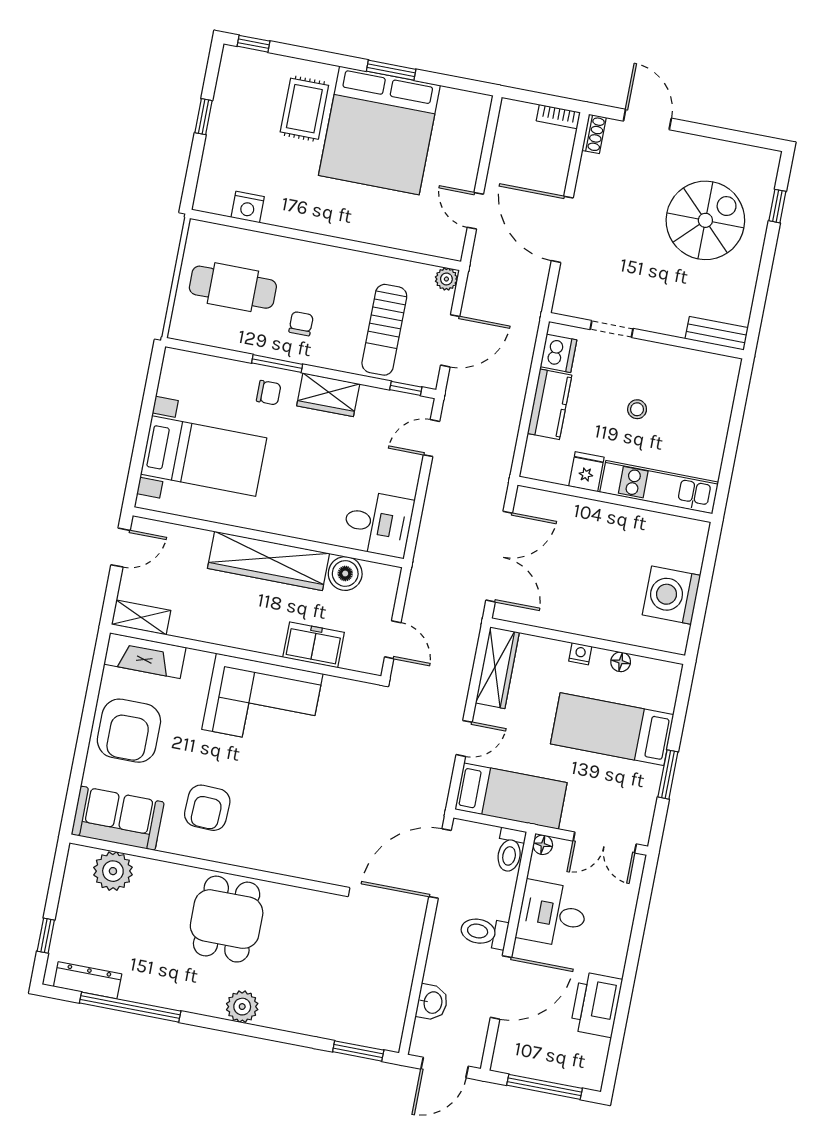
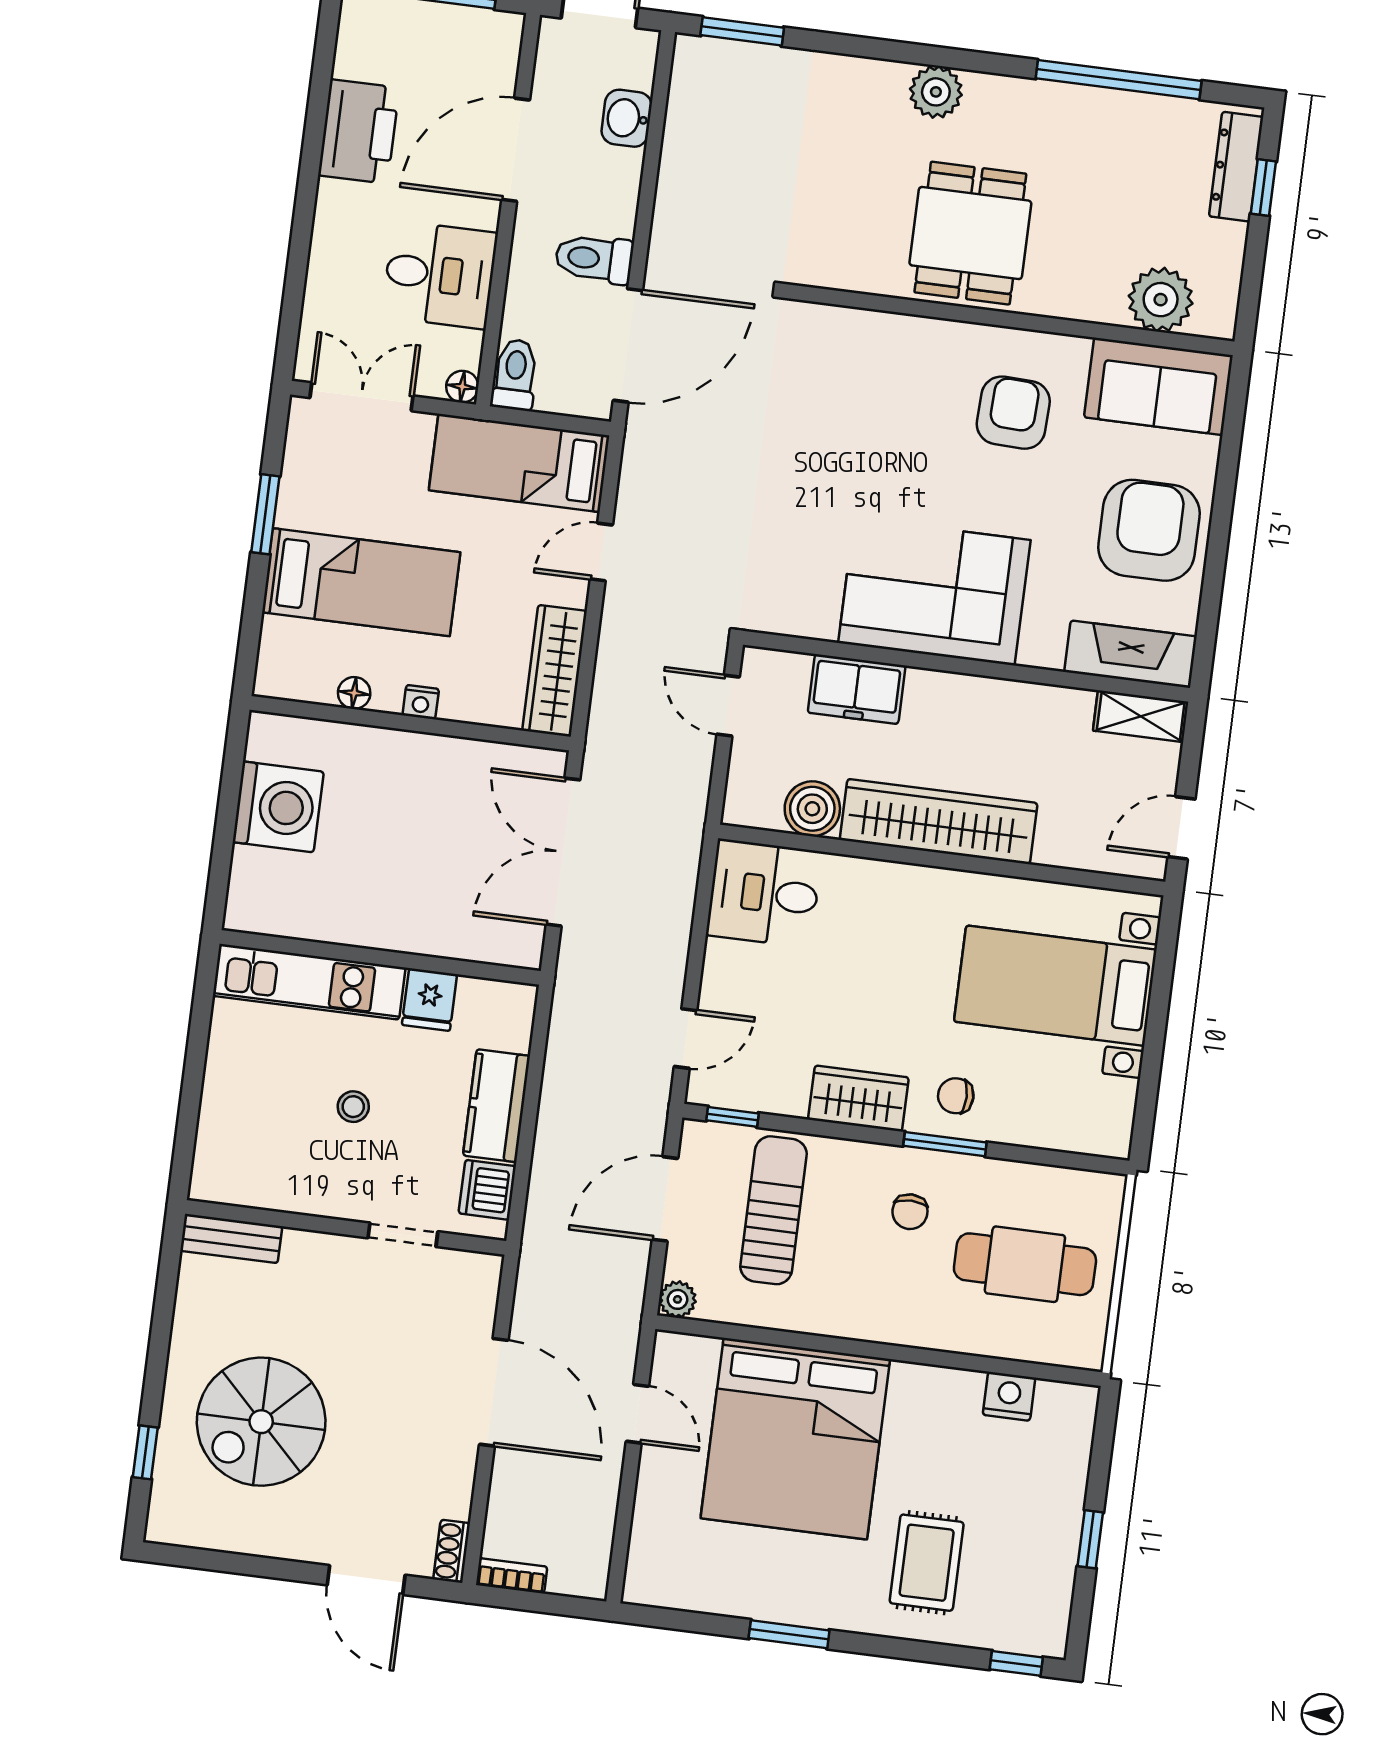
bed: (379, 130) -> (795, 1439), moved, turned 180
toilet: (484, 932) -> (594, 259), moved, turned 180
dresser: (88, 980) -> (1236, 167), moved, turned 90

